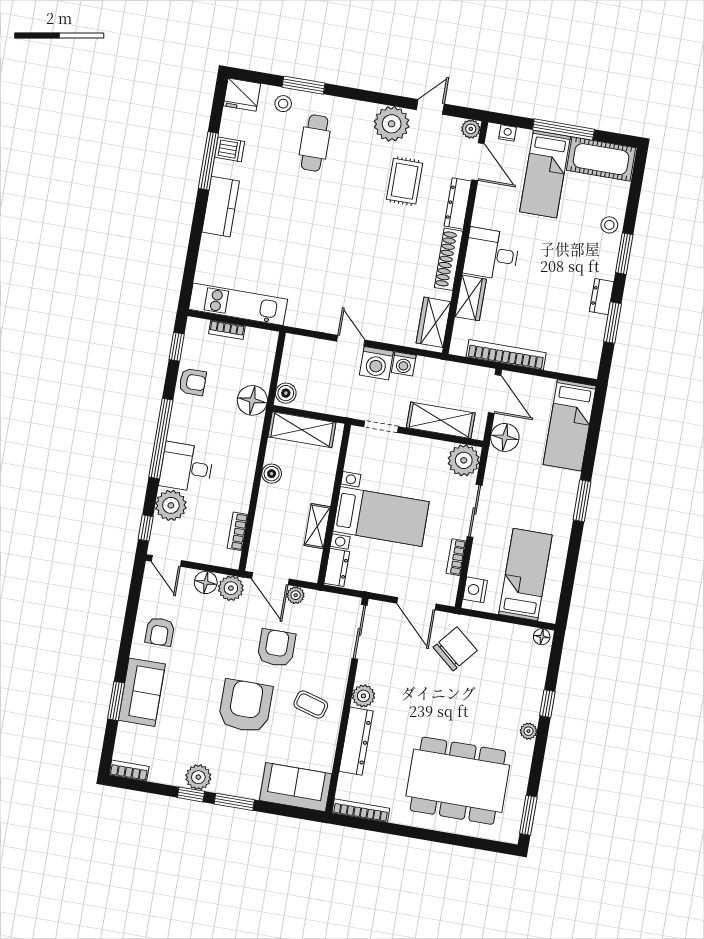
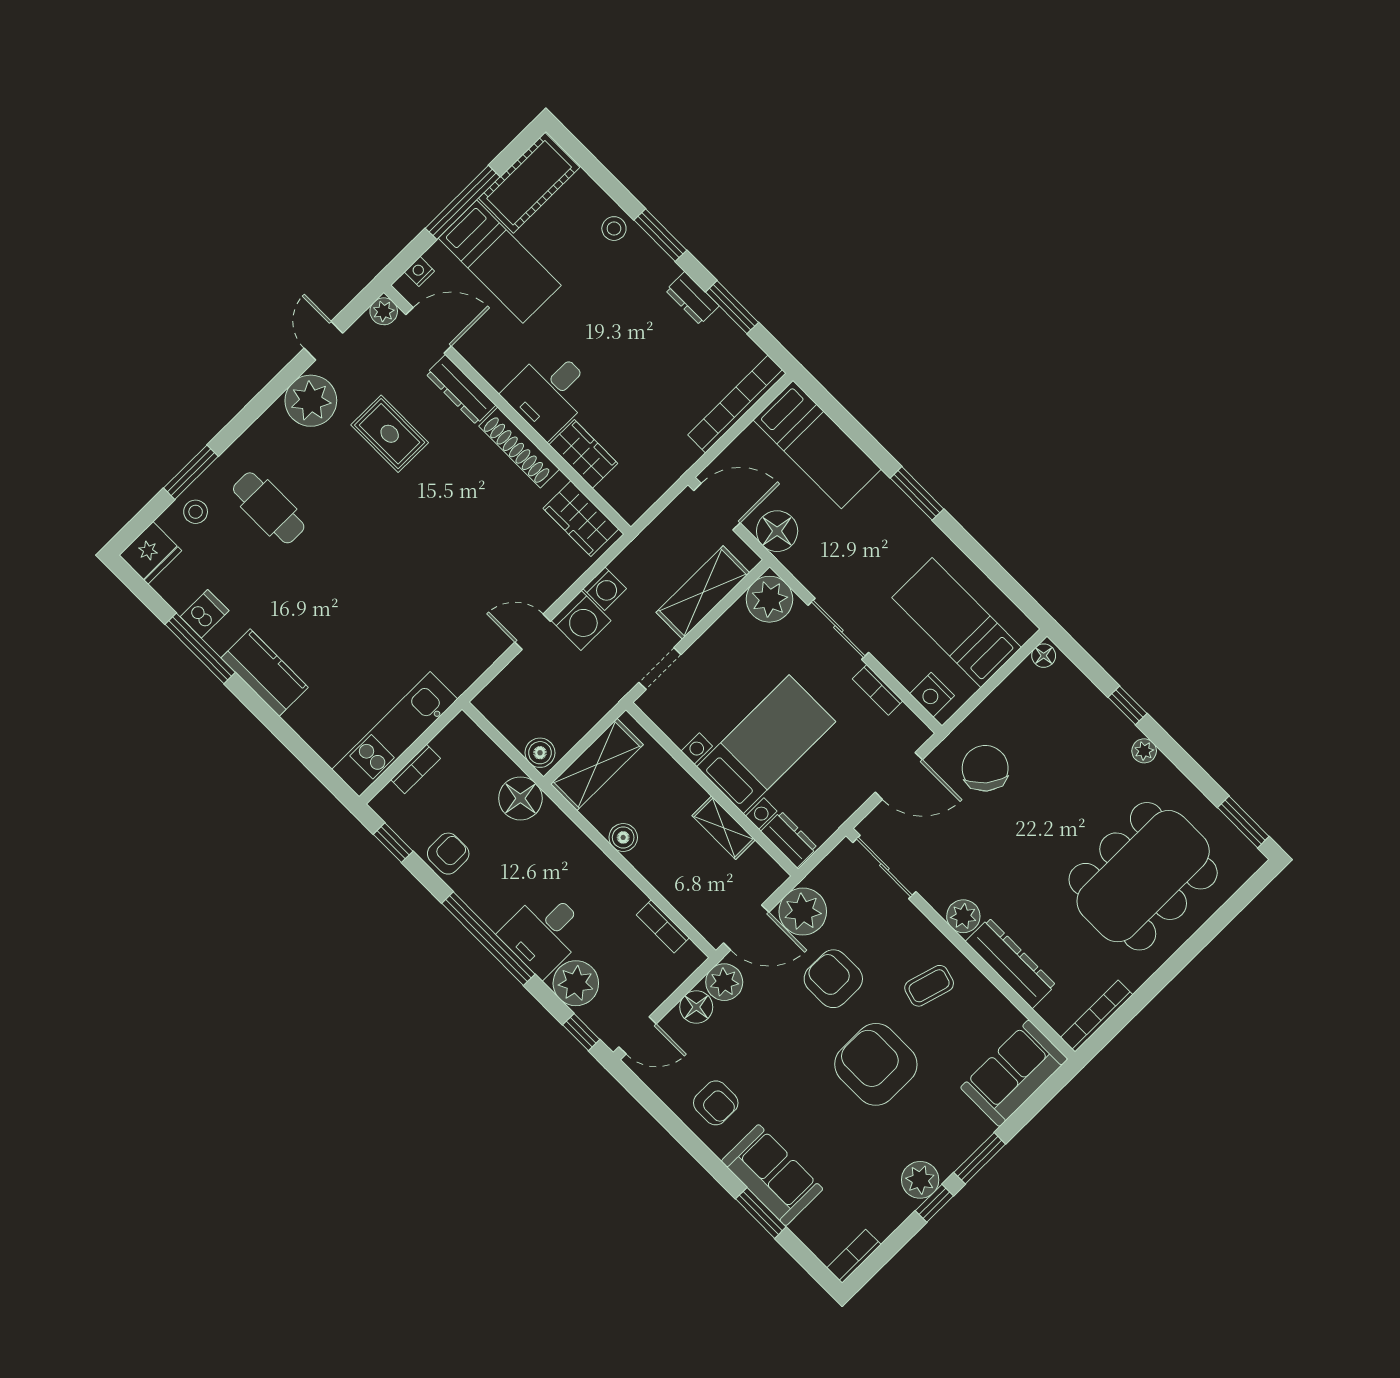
bookcase: (506, 355) -> (737, 404), moved
plant: (296, 595) -> (803, 912), width x1.88, depth x1.88

